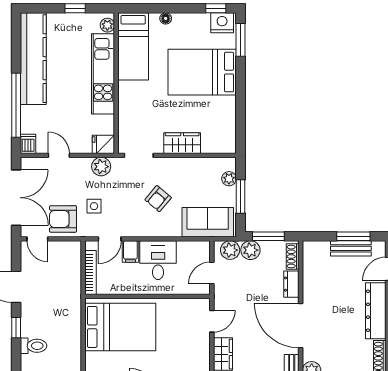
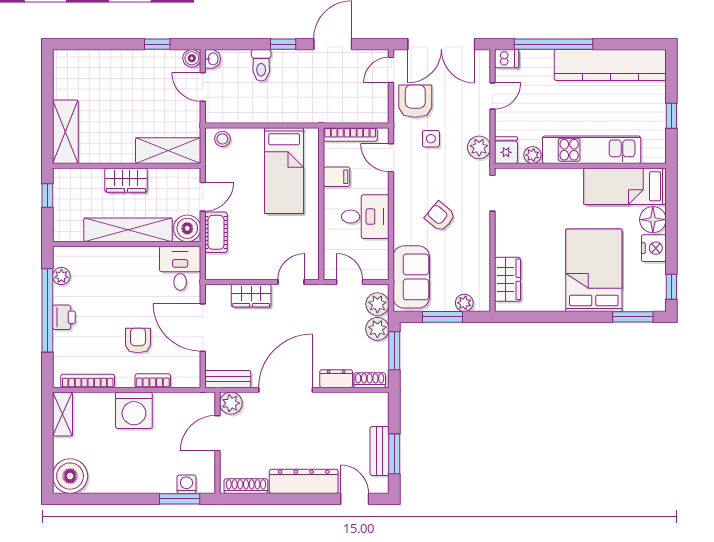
floor lamp: (166, 18) -> (653, 220), width x1.89, depth x1.89
nightstand: (222, 23) -> (654, 248), moved
plant: (107, 25) -> (532, 155), moved
wardrobe: (182, 143) -> (508, 279), moved
filing cabinet: (130, 251) -> (337, 177), moved, turned 180
door: (212, 321) -> (291, 282), swing flipped
bed: (120, 327) -> (284, 171), width x0.67

